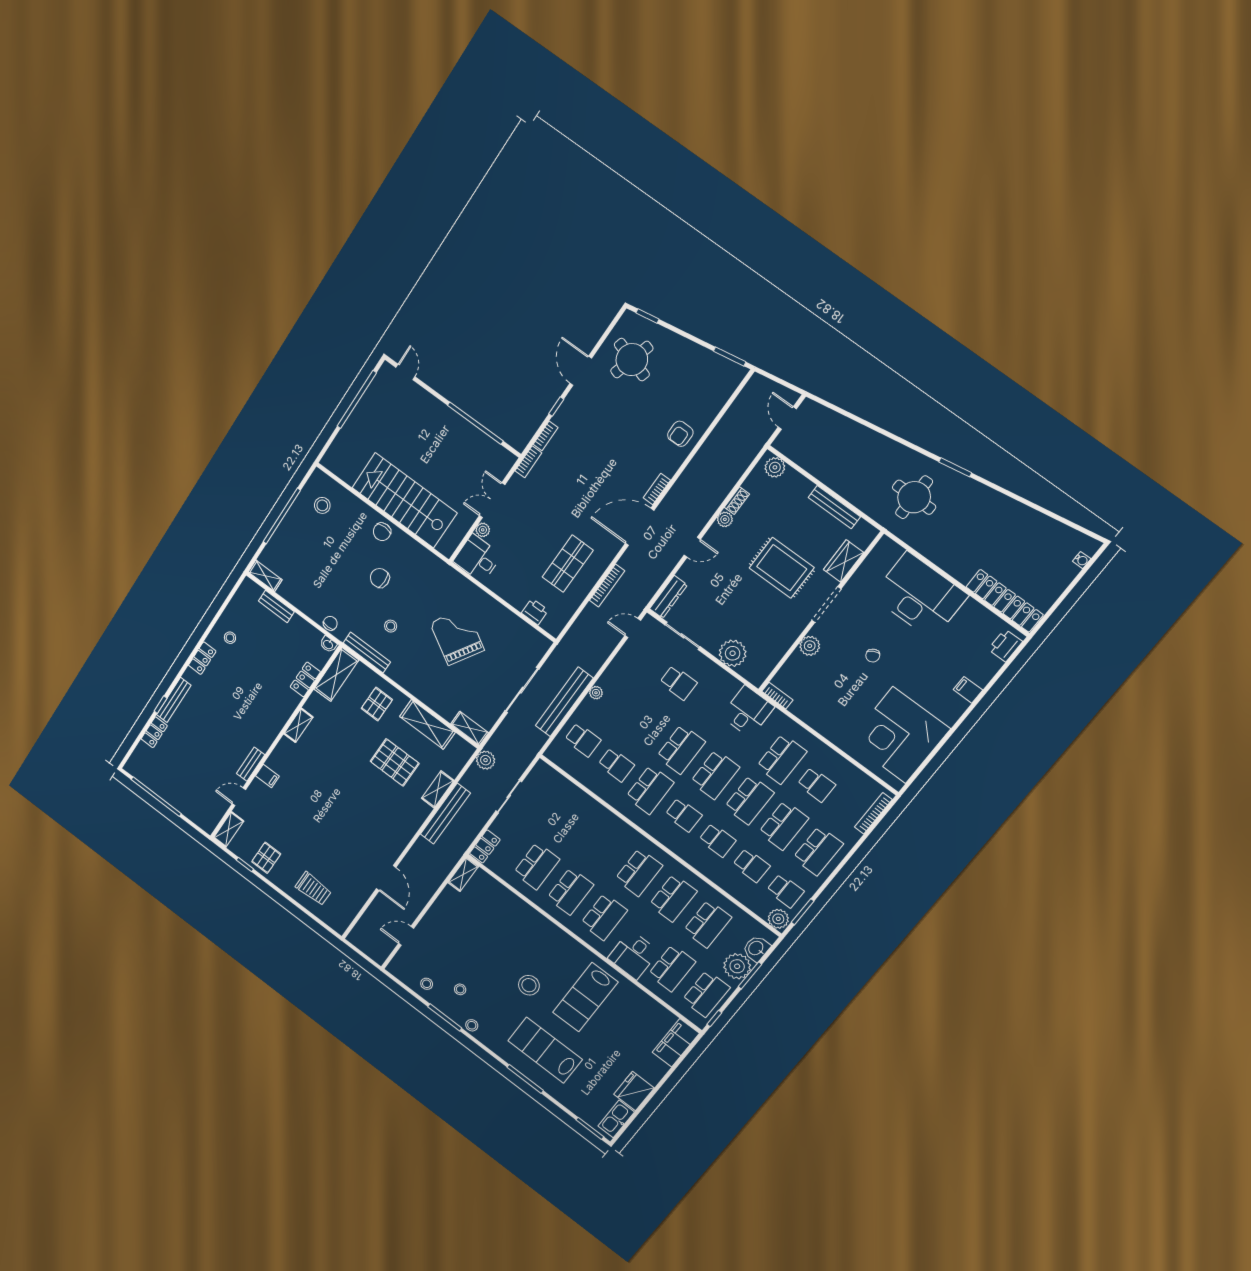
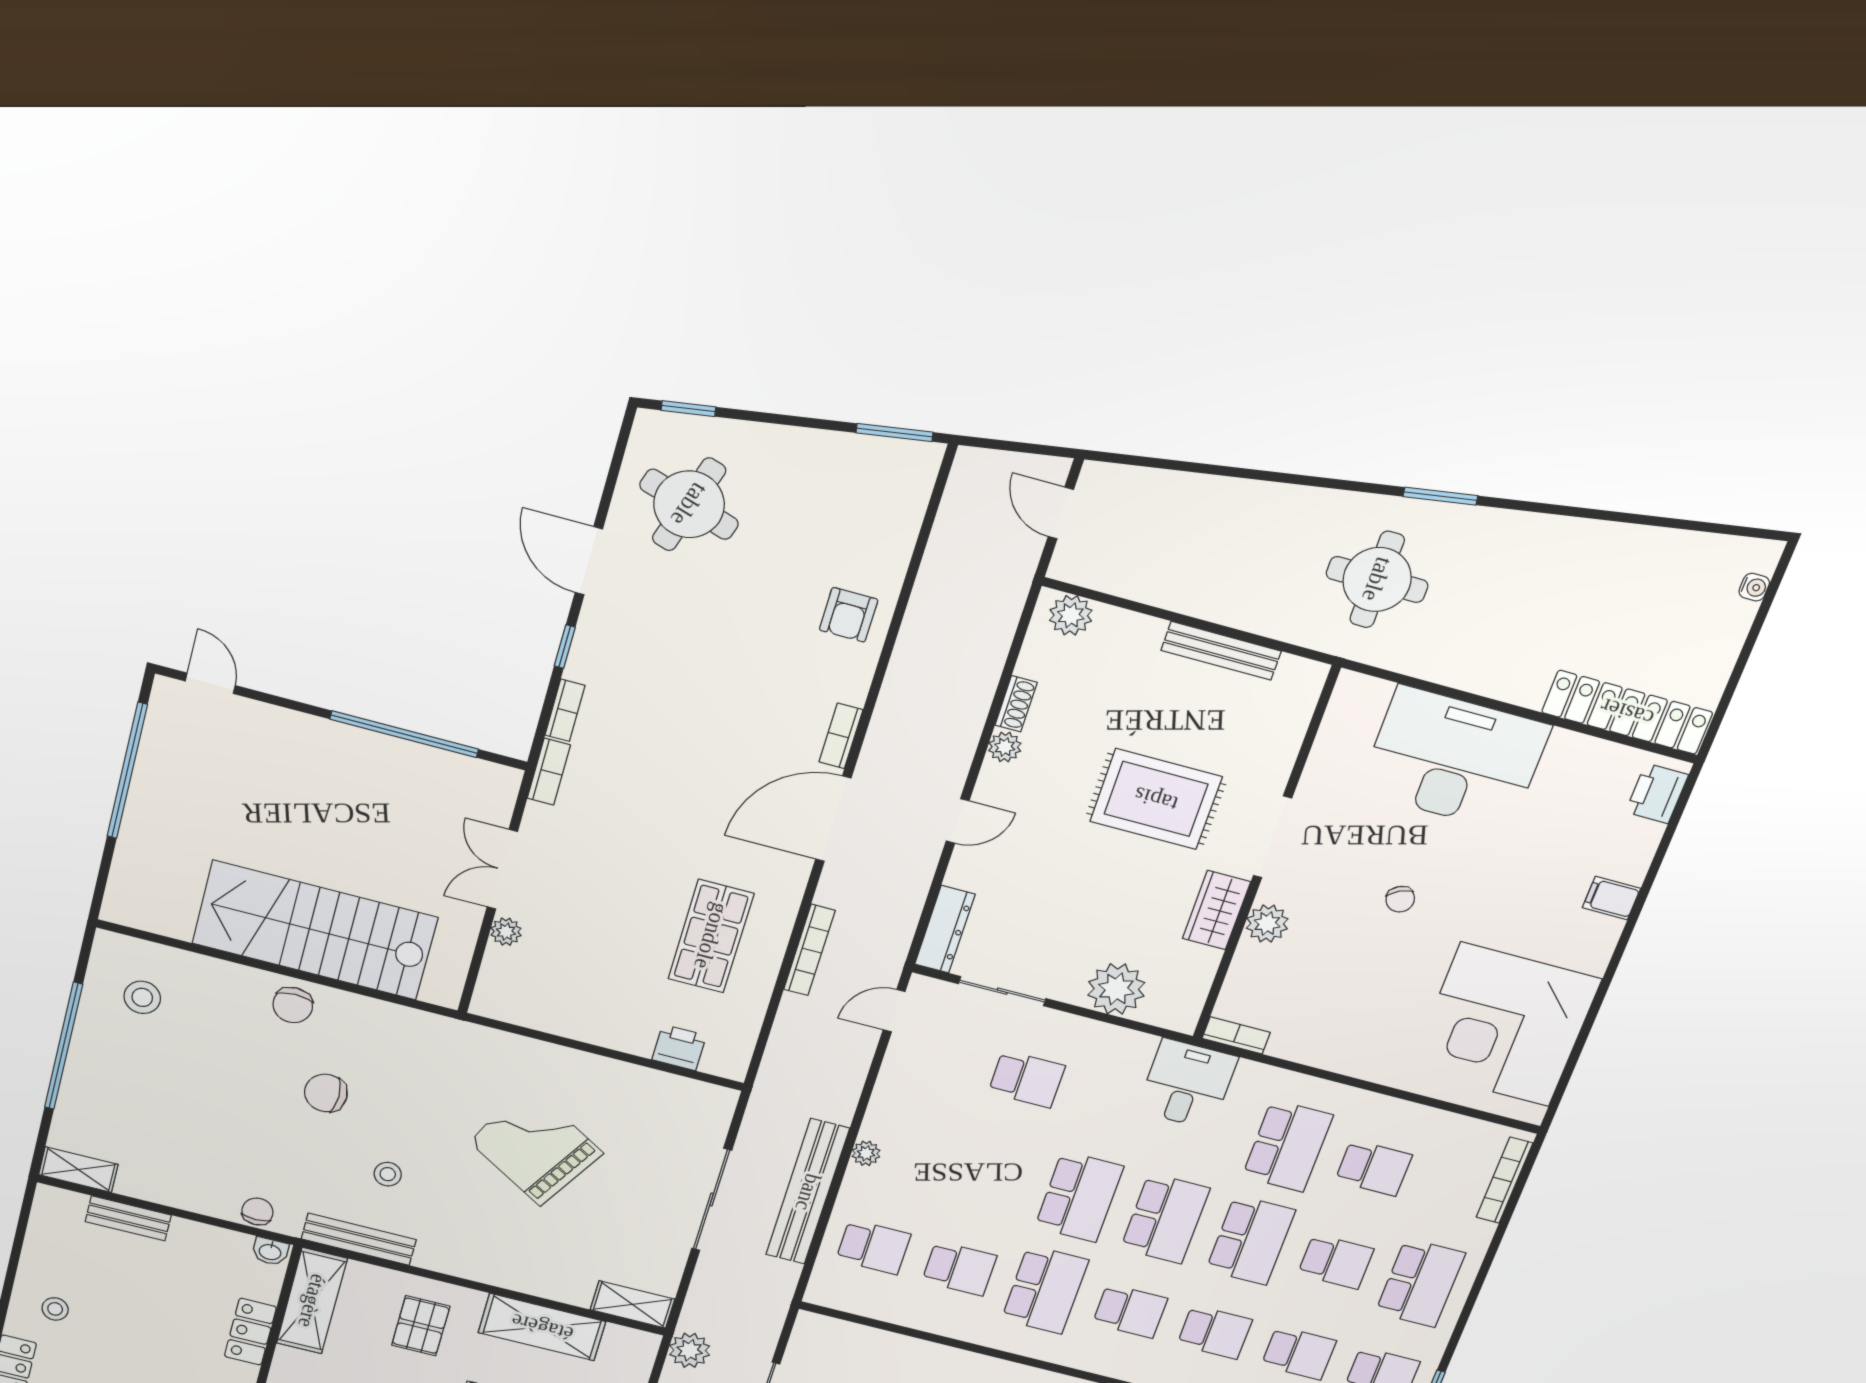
desk: (478, 558) -> (518, 988), removed
wardrobe: (844, 561) -> (1216, 910), moved
school desk: (783, 825) -> (1336, 1262), width x0.54

